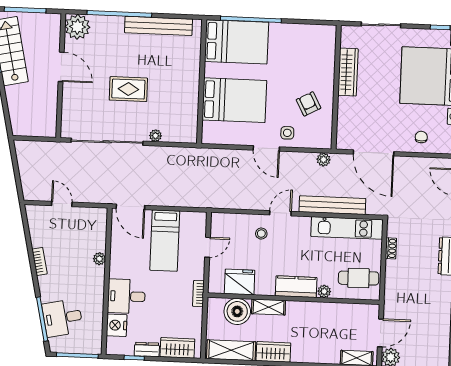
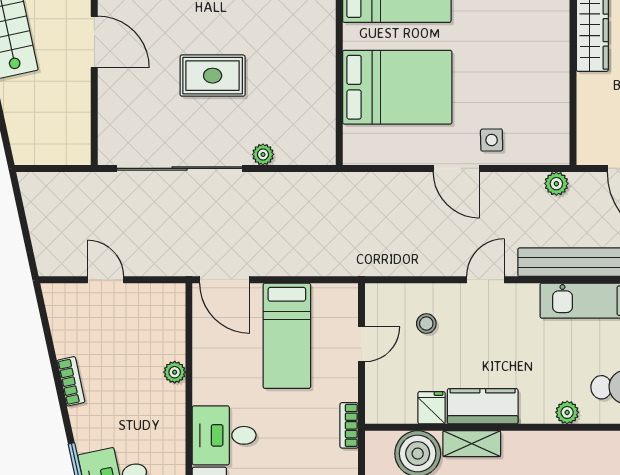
armchair: (309, 104) -> (526, 88), removed
stool: (261, 234) -> (426, 324), moved
fridge: (240, 282) -> (432, 408), width x0.53, depth x0.75
kitchen counter: (296, 287) -> (483, 406), moved

